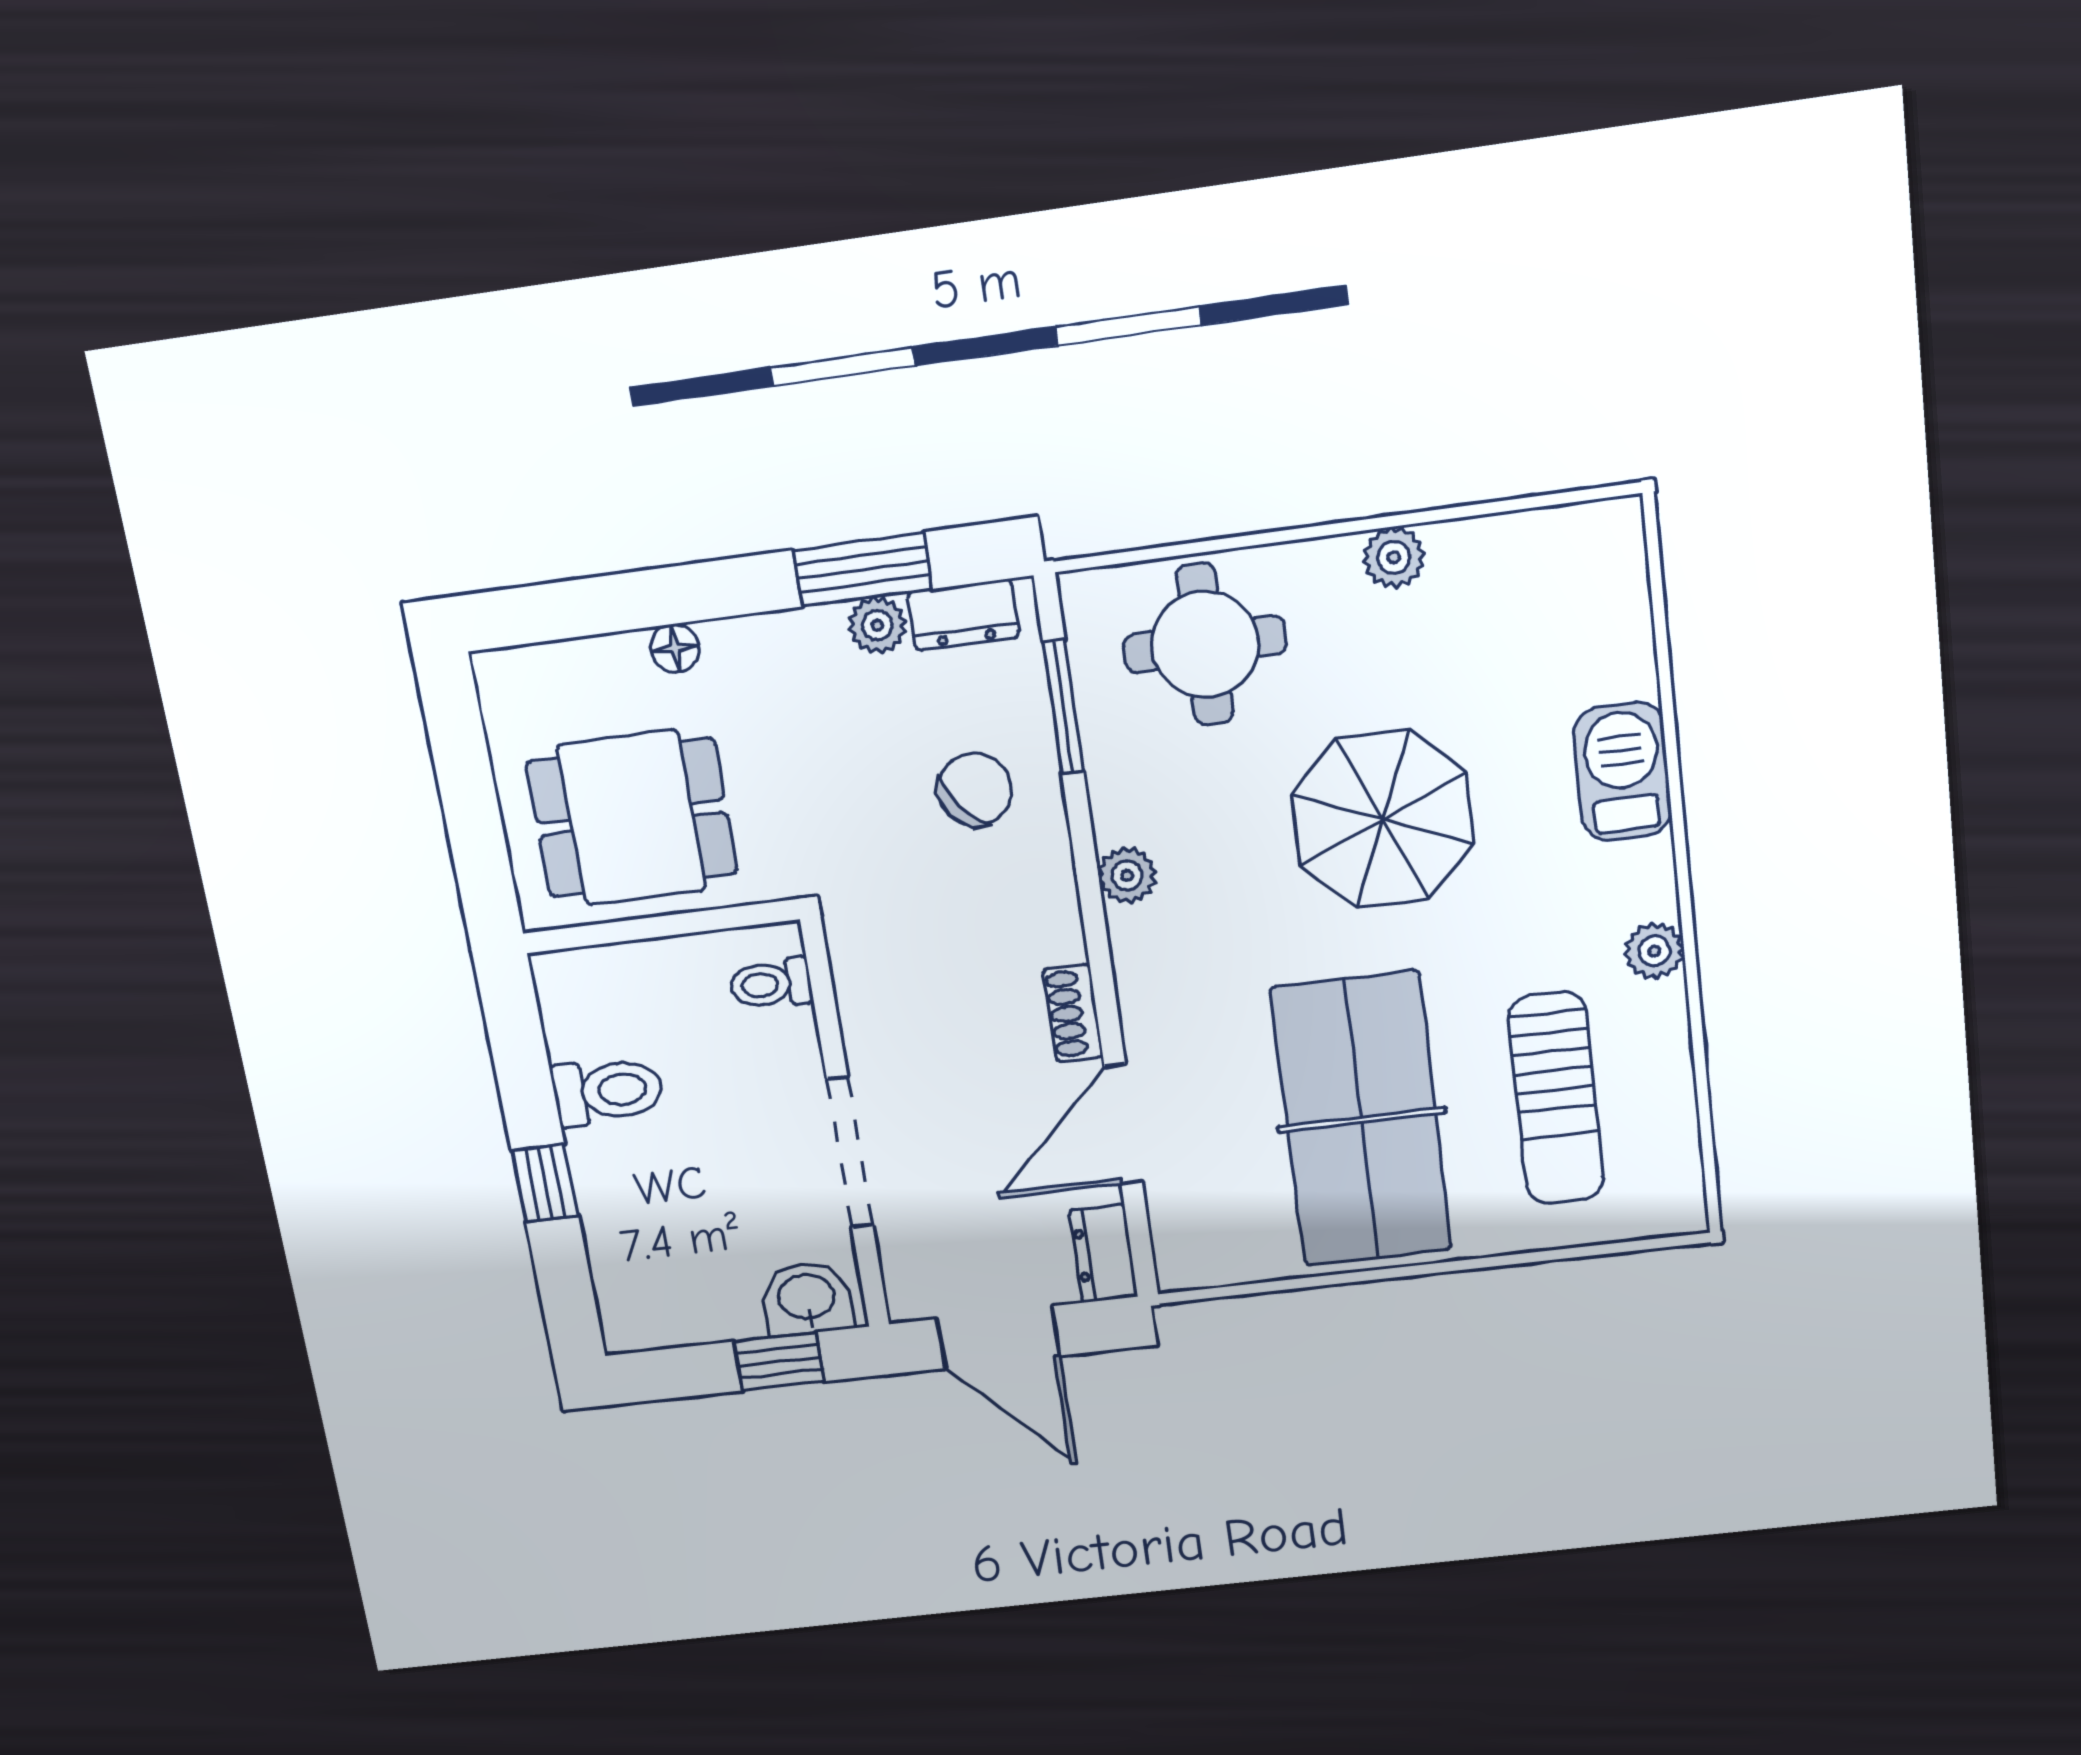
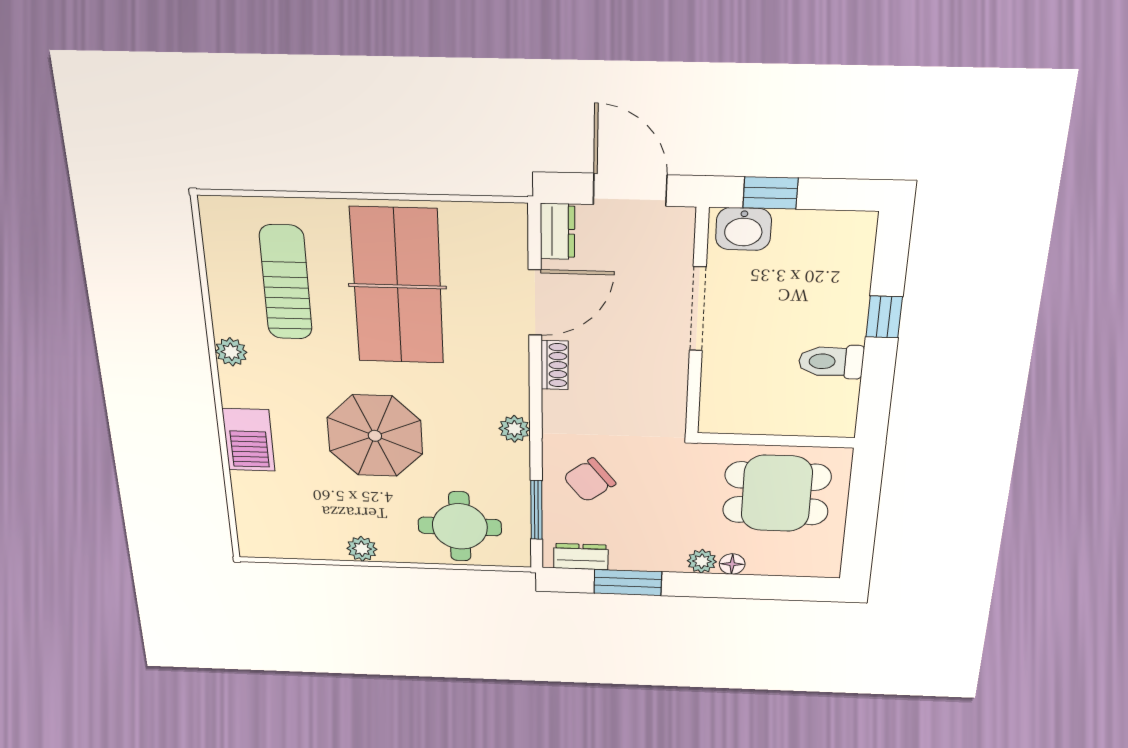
plant: (877, 625) -> (702, 561), moved
toilet: (771, 984) -> (722, 404), removed

